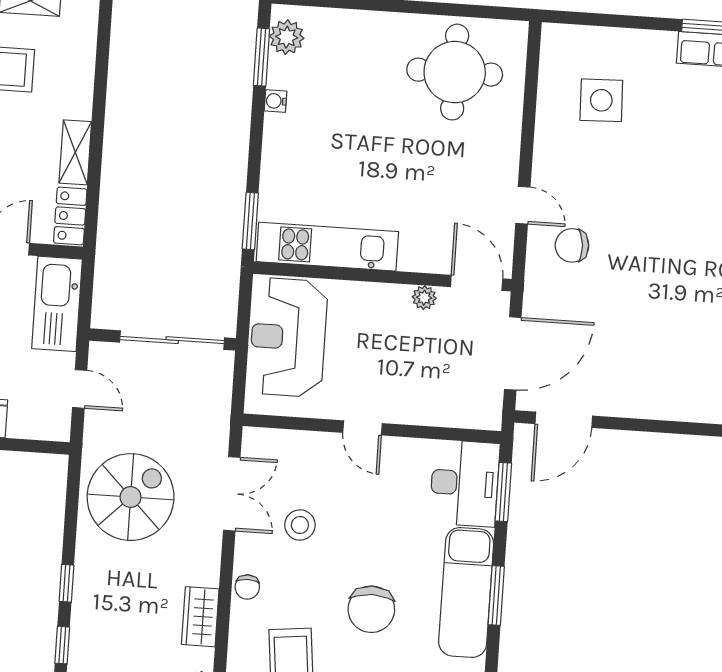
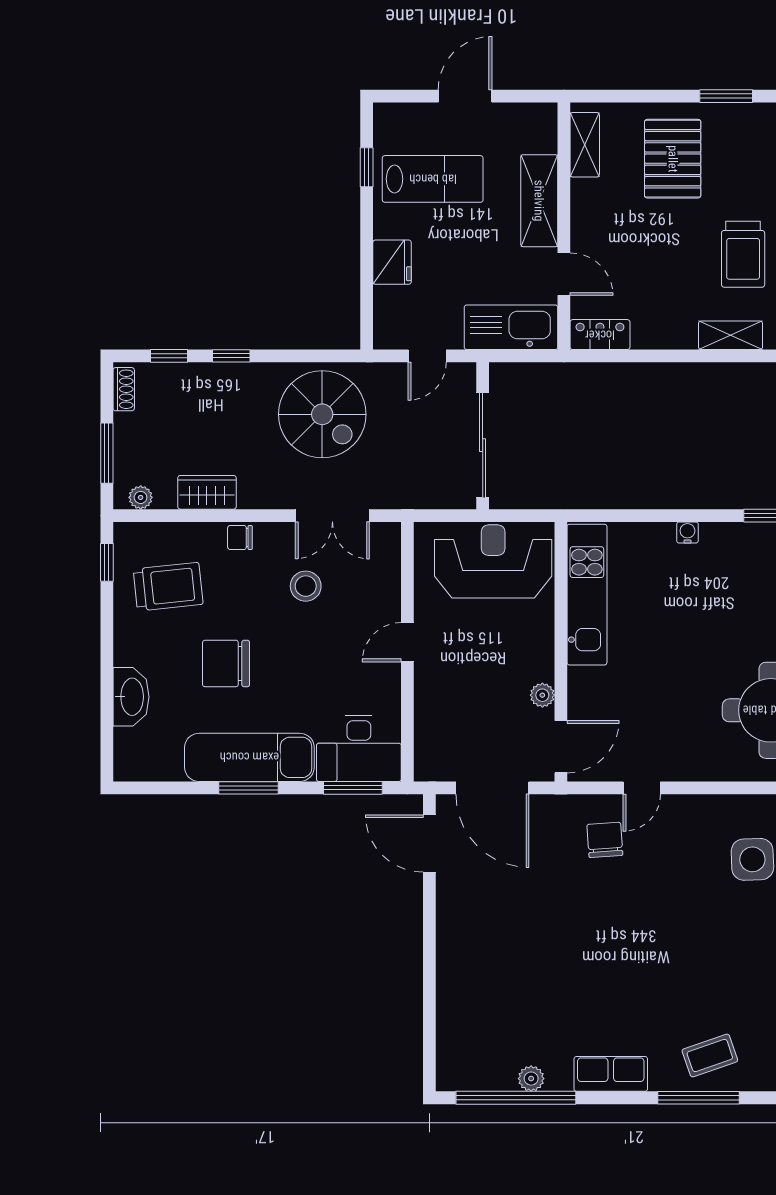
water cooler: (275, 101) -> (687, 532), moved
shelving: (75, 152) -> (731, 335), moved
window: (250, 221) -> (607, 516), removed

